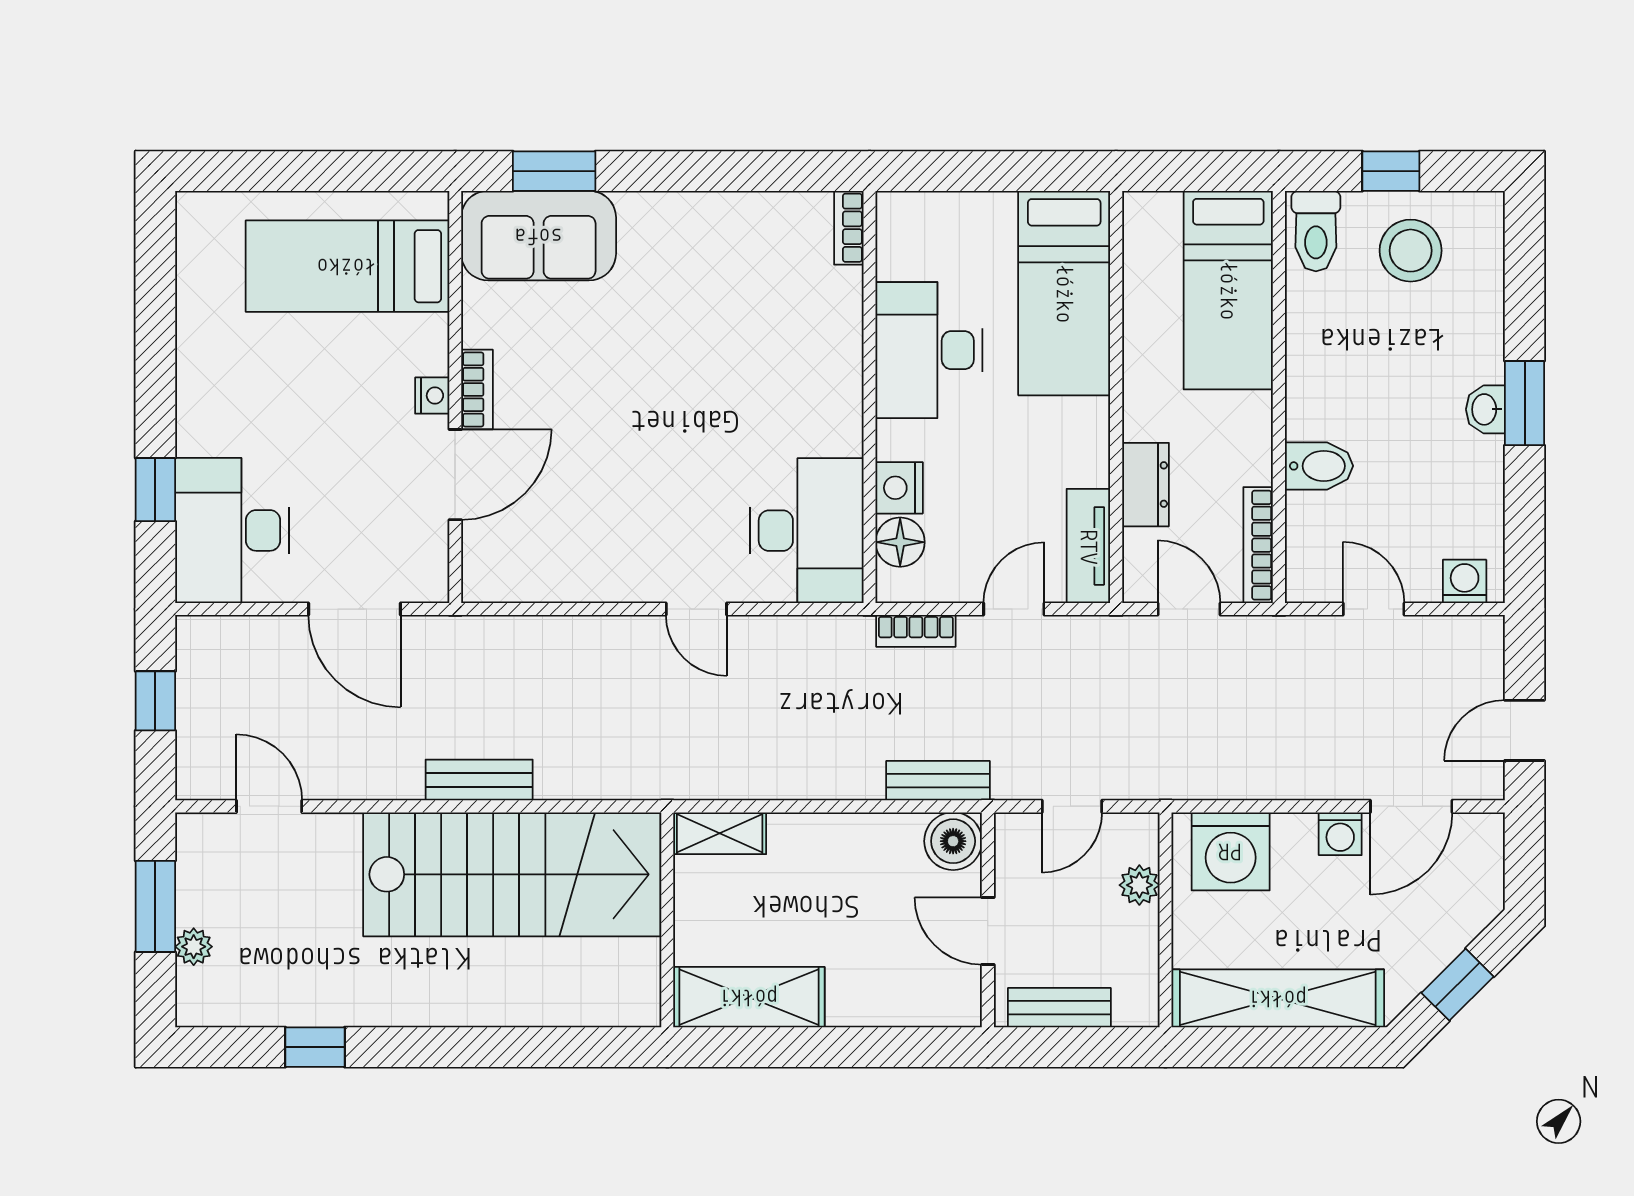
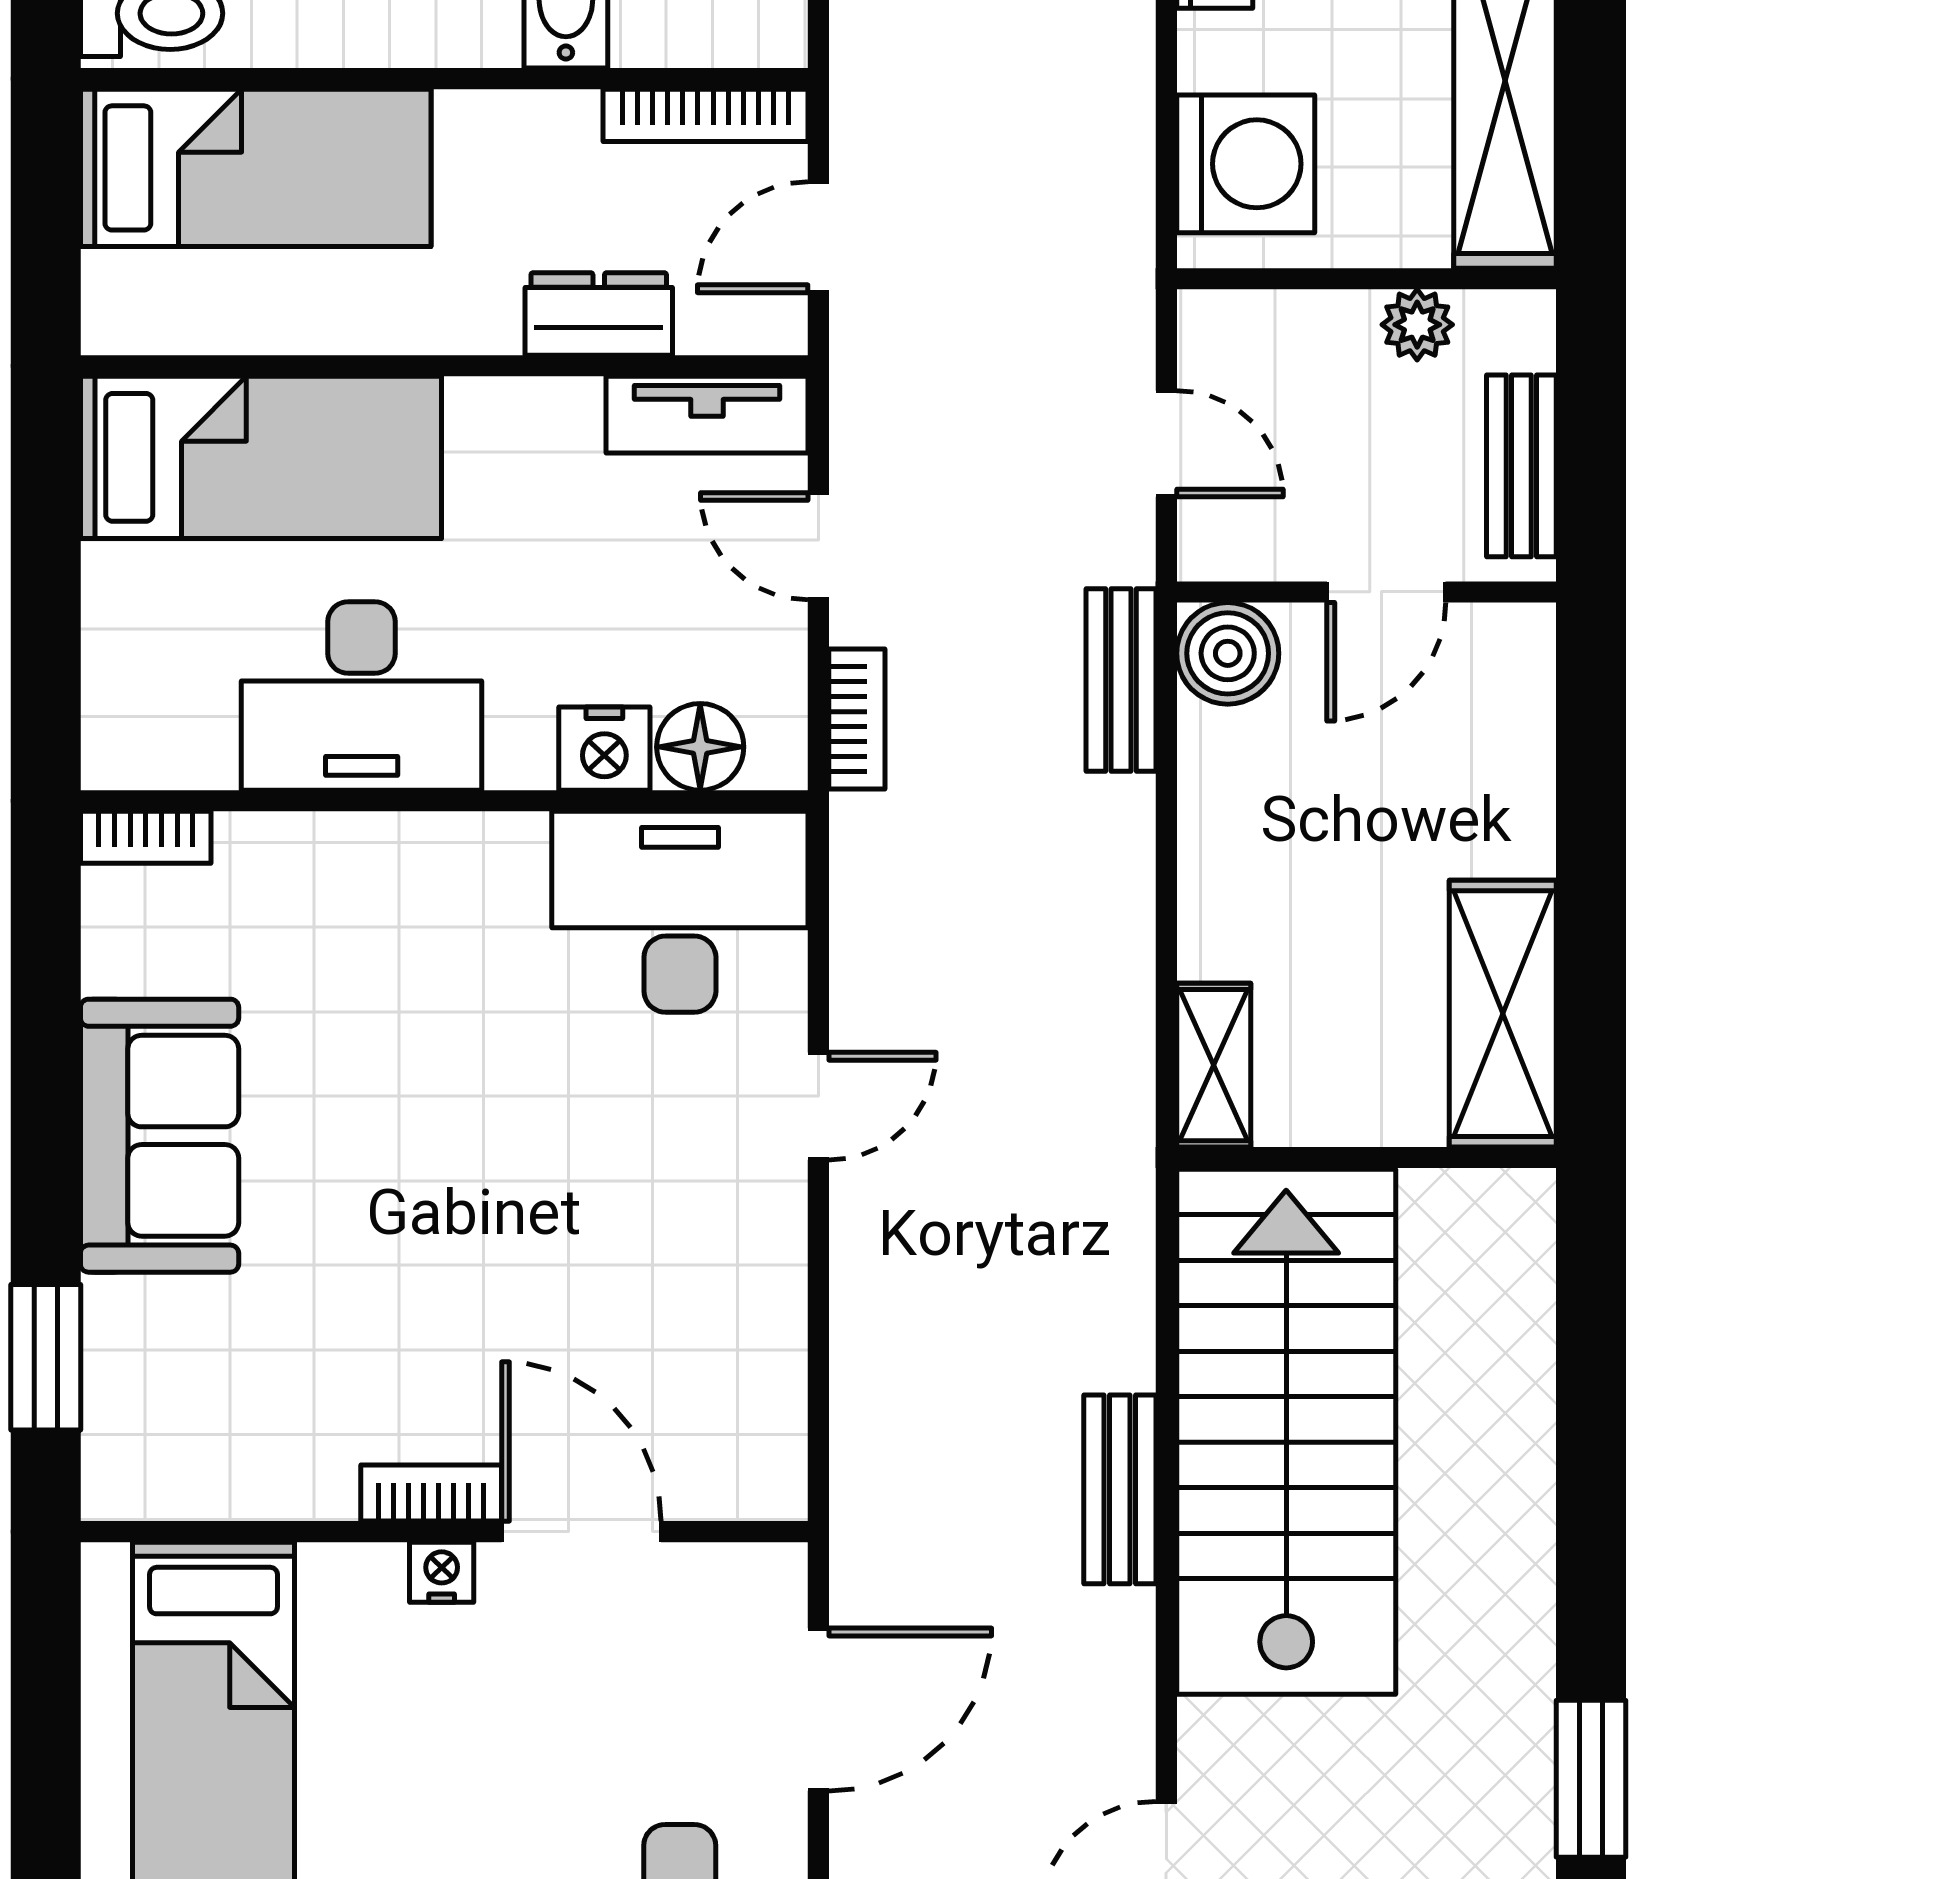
sofa: (539, 236) -> (160, 1136), moved
plant: (1139, 885) -> (1417, 325), moved
window: (315, 1047) -> (1591, 1779), width x1.50

